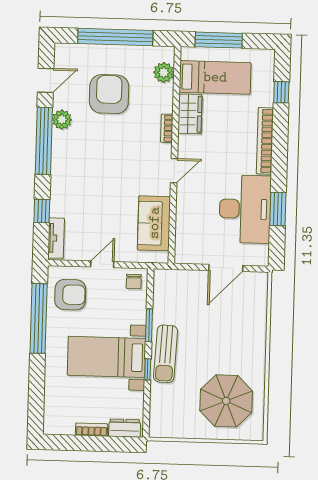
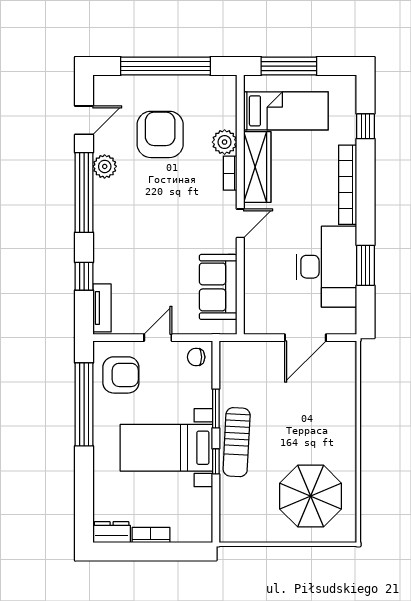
plant: (164, 72) -> (225, 142), moved
wardrobe: (190, 114) -> (257, 167), width x1.50
chair: (134, 282) -> (196, 357), turned 90
dresser: (125, 428) -> (112, 532), moved

